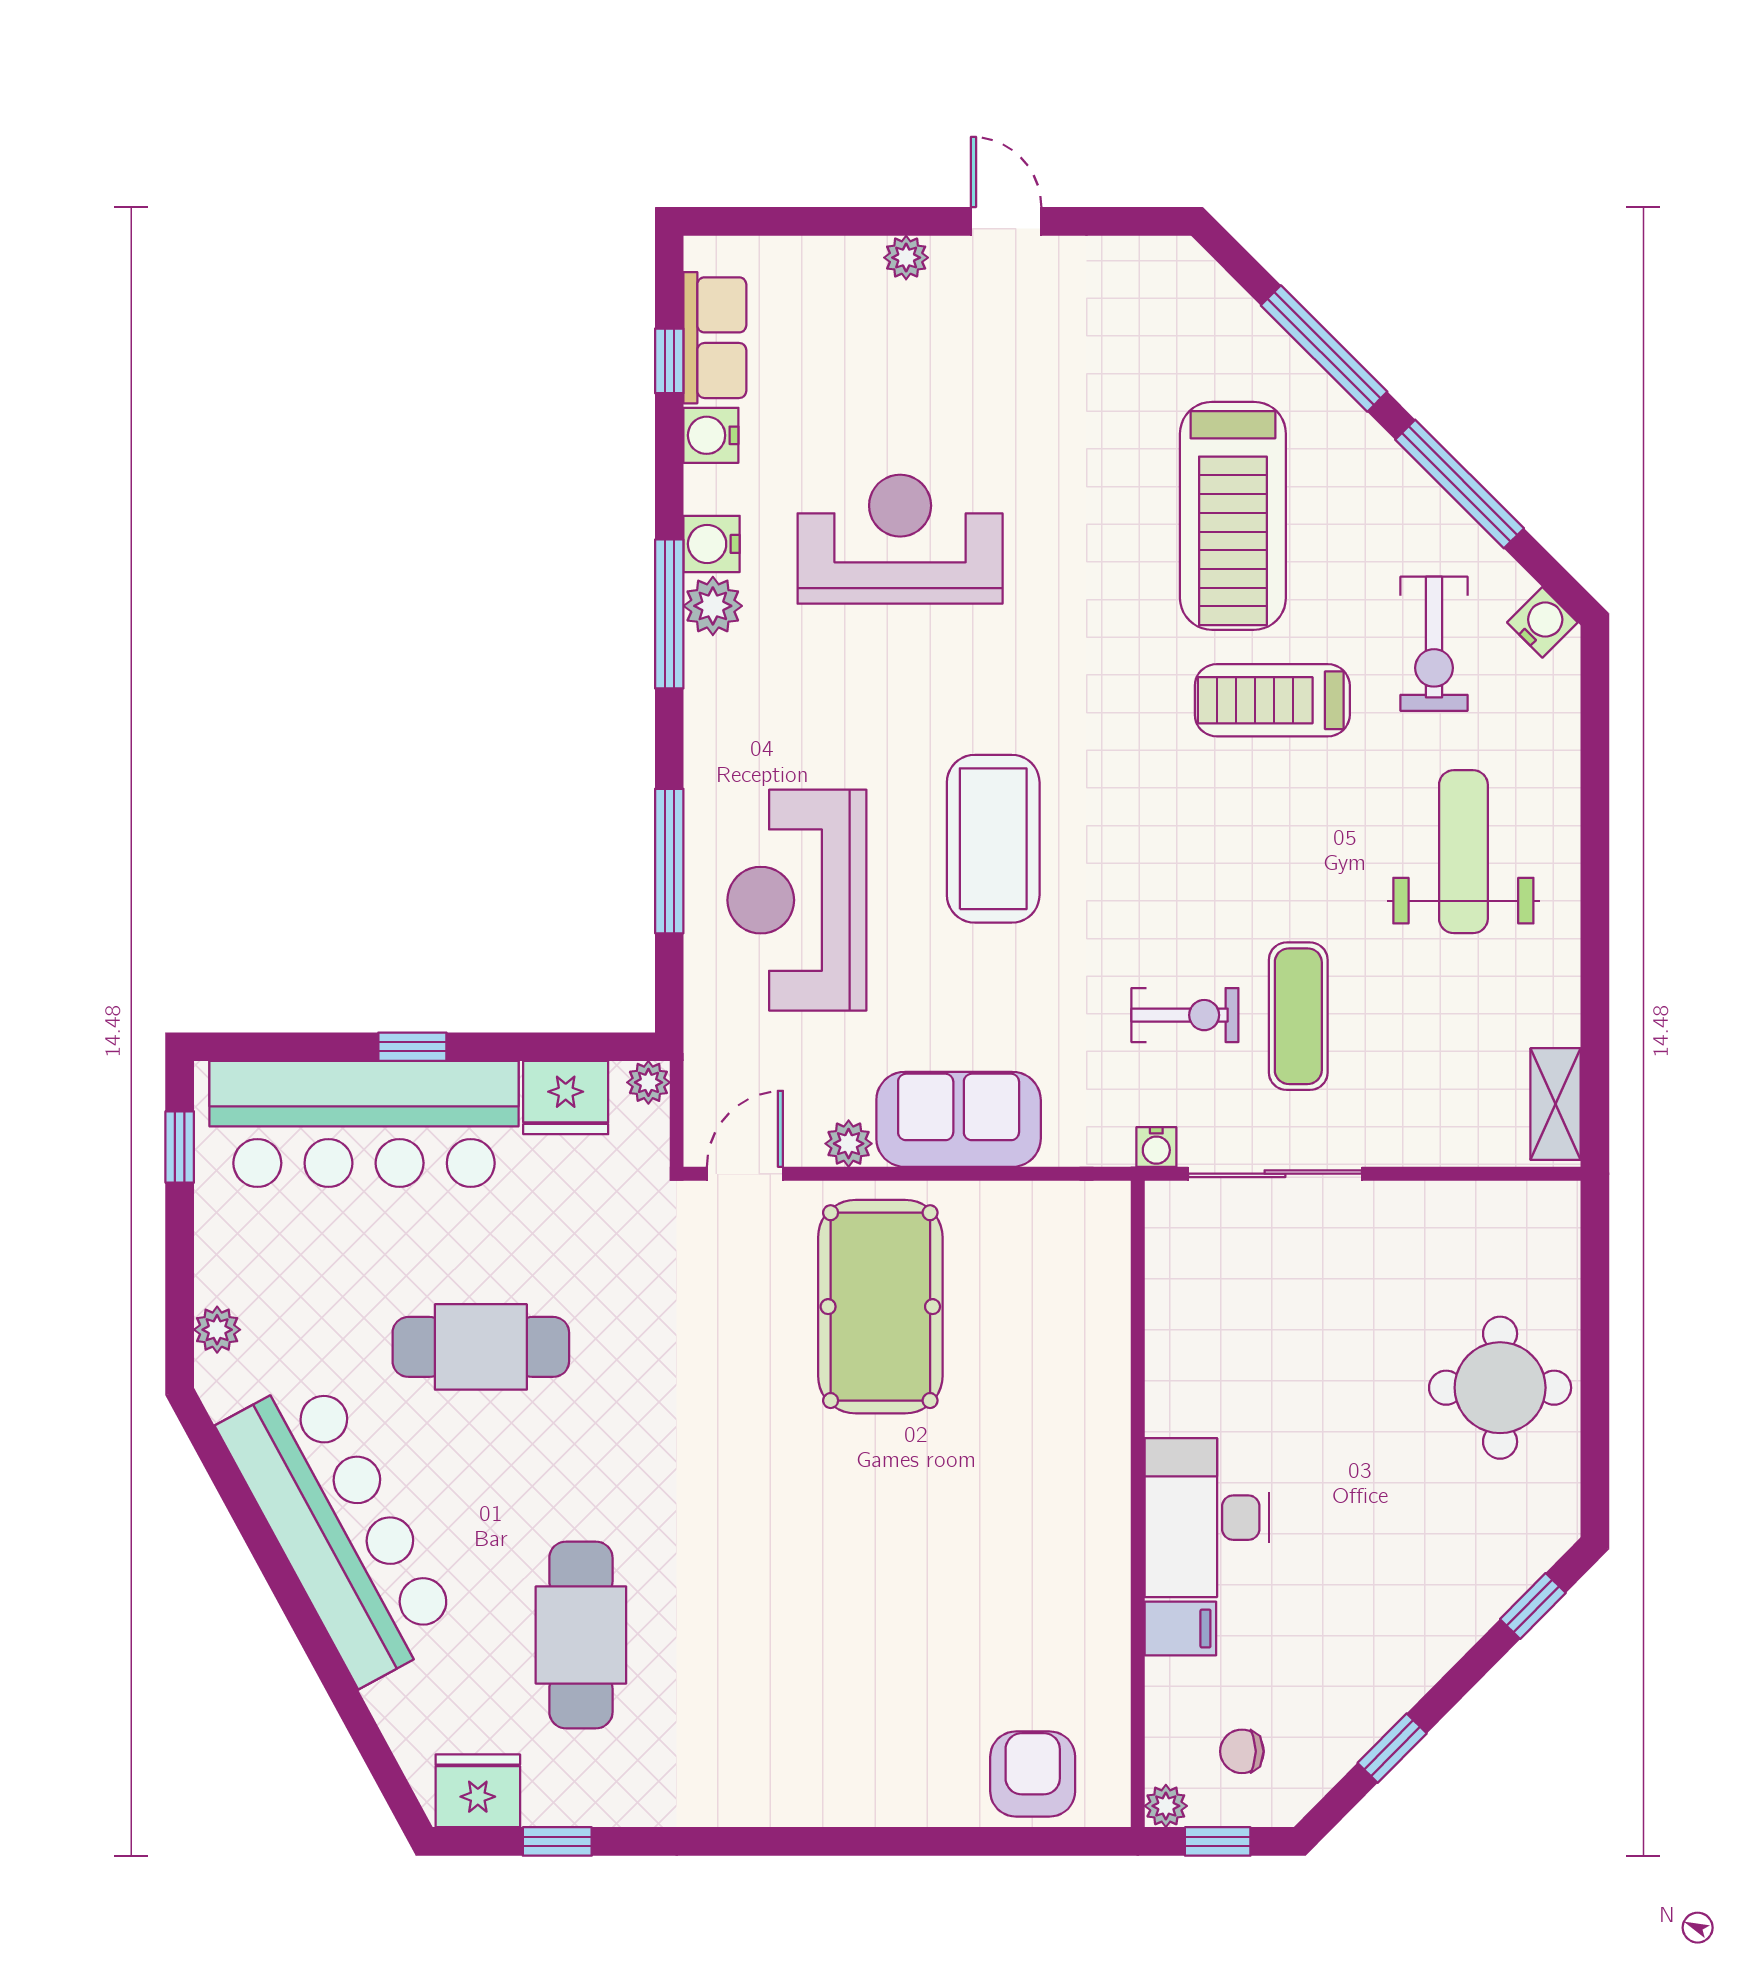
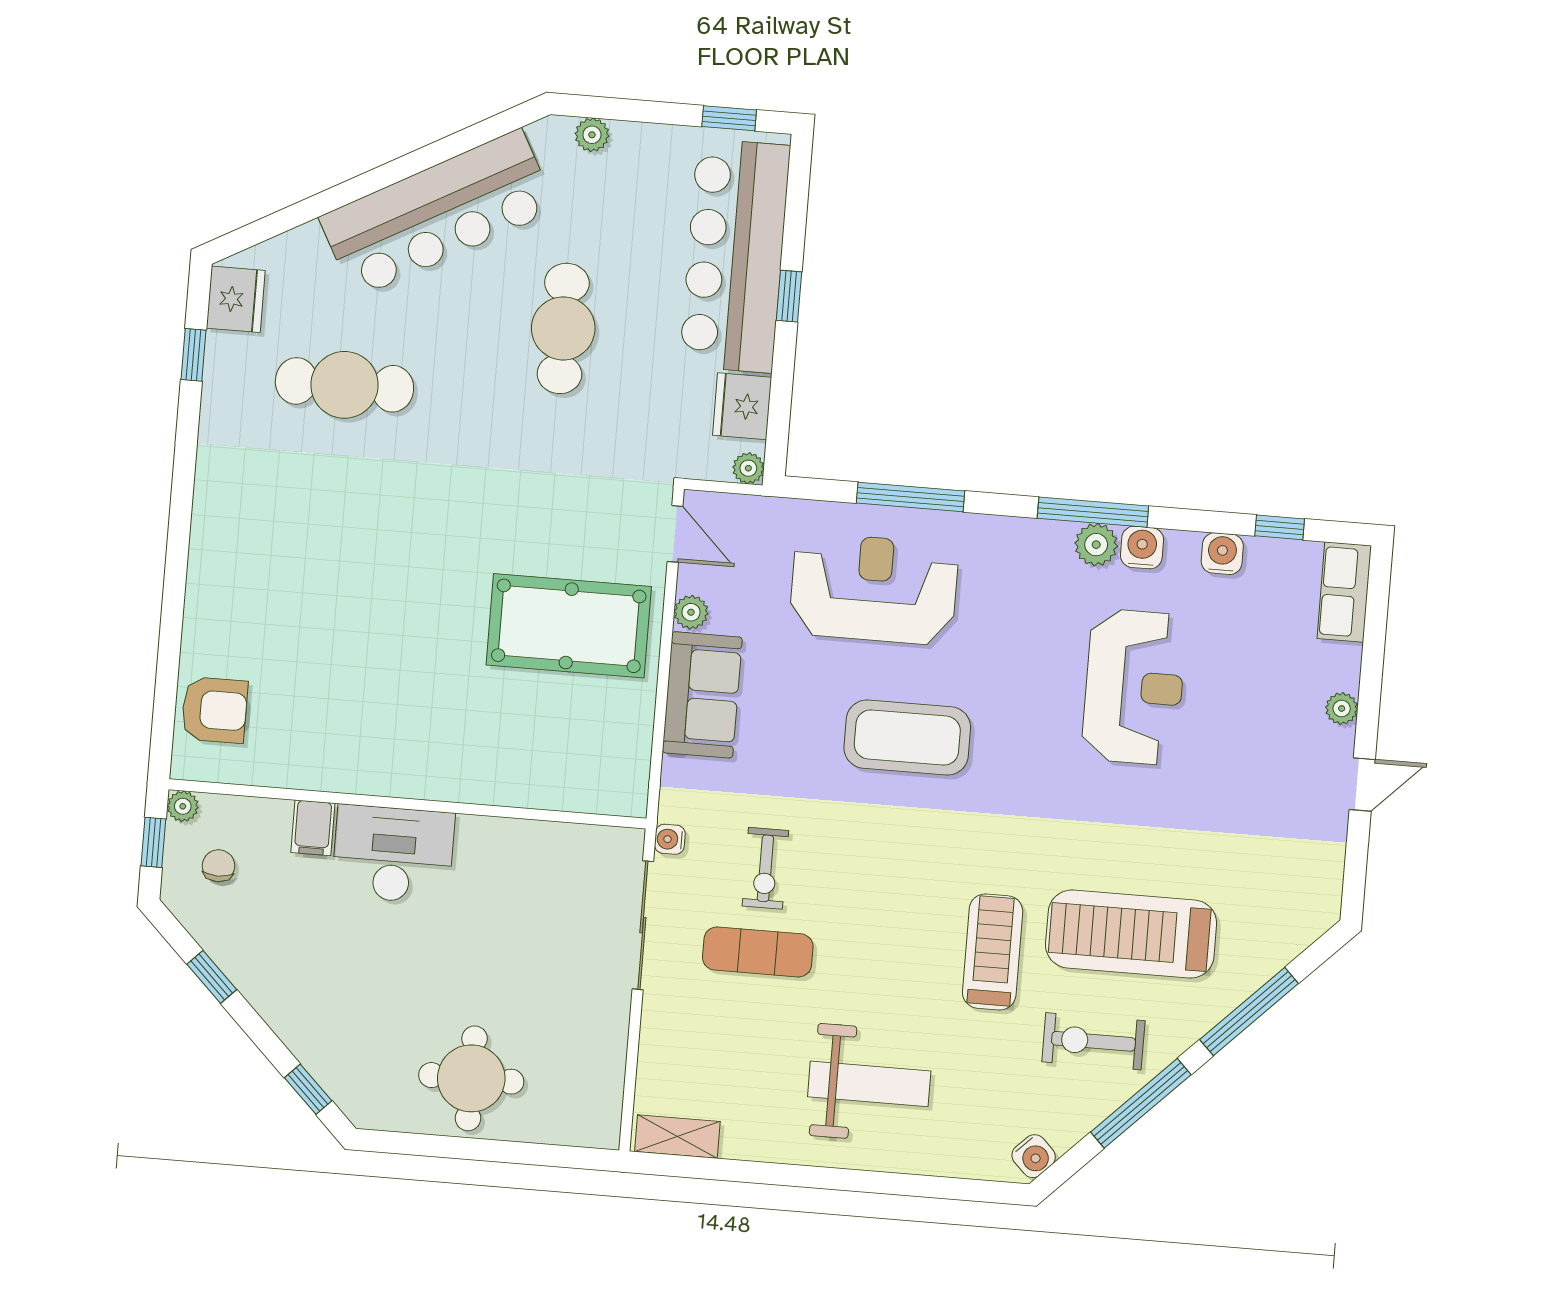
row of seats: (715, 338) -> (1344, 592), moved, turned 90
exercise bike: (1434, 644) -> (1093, 1041), moved

